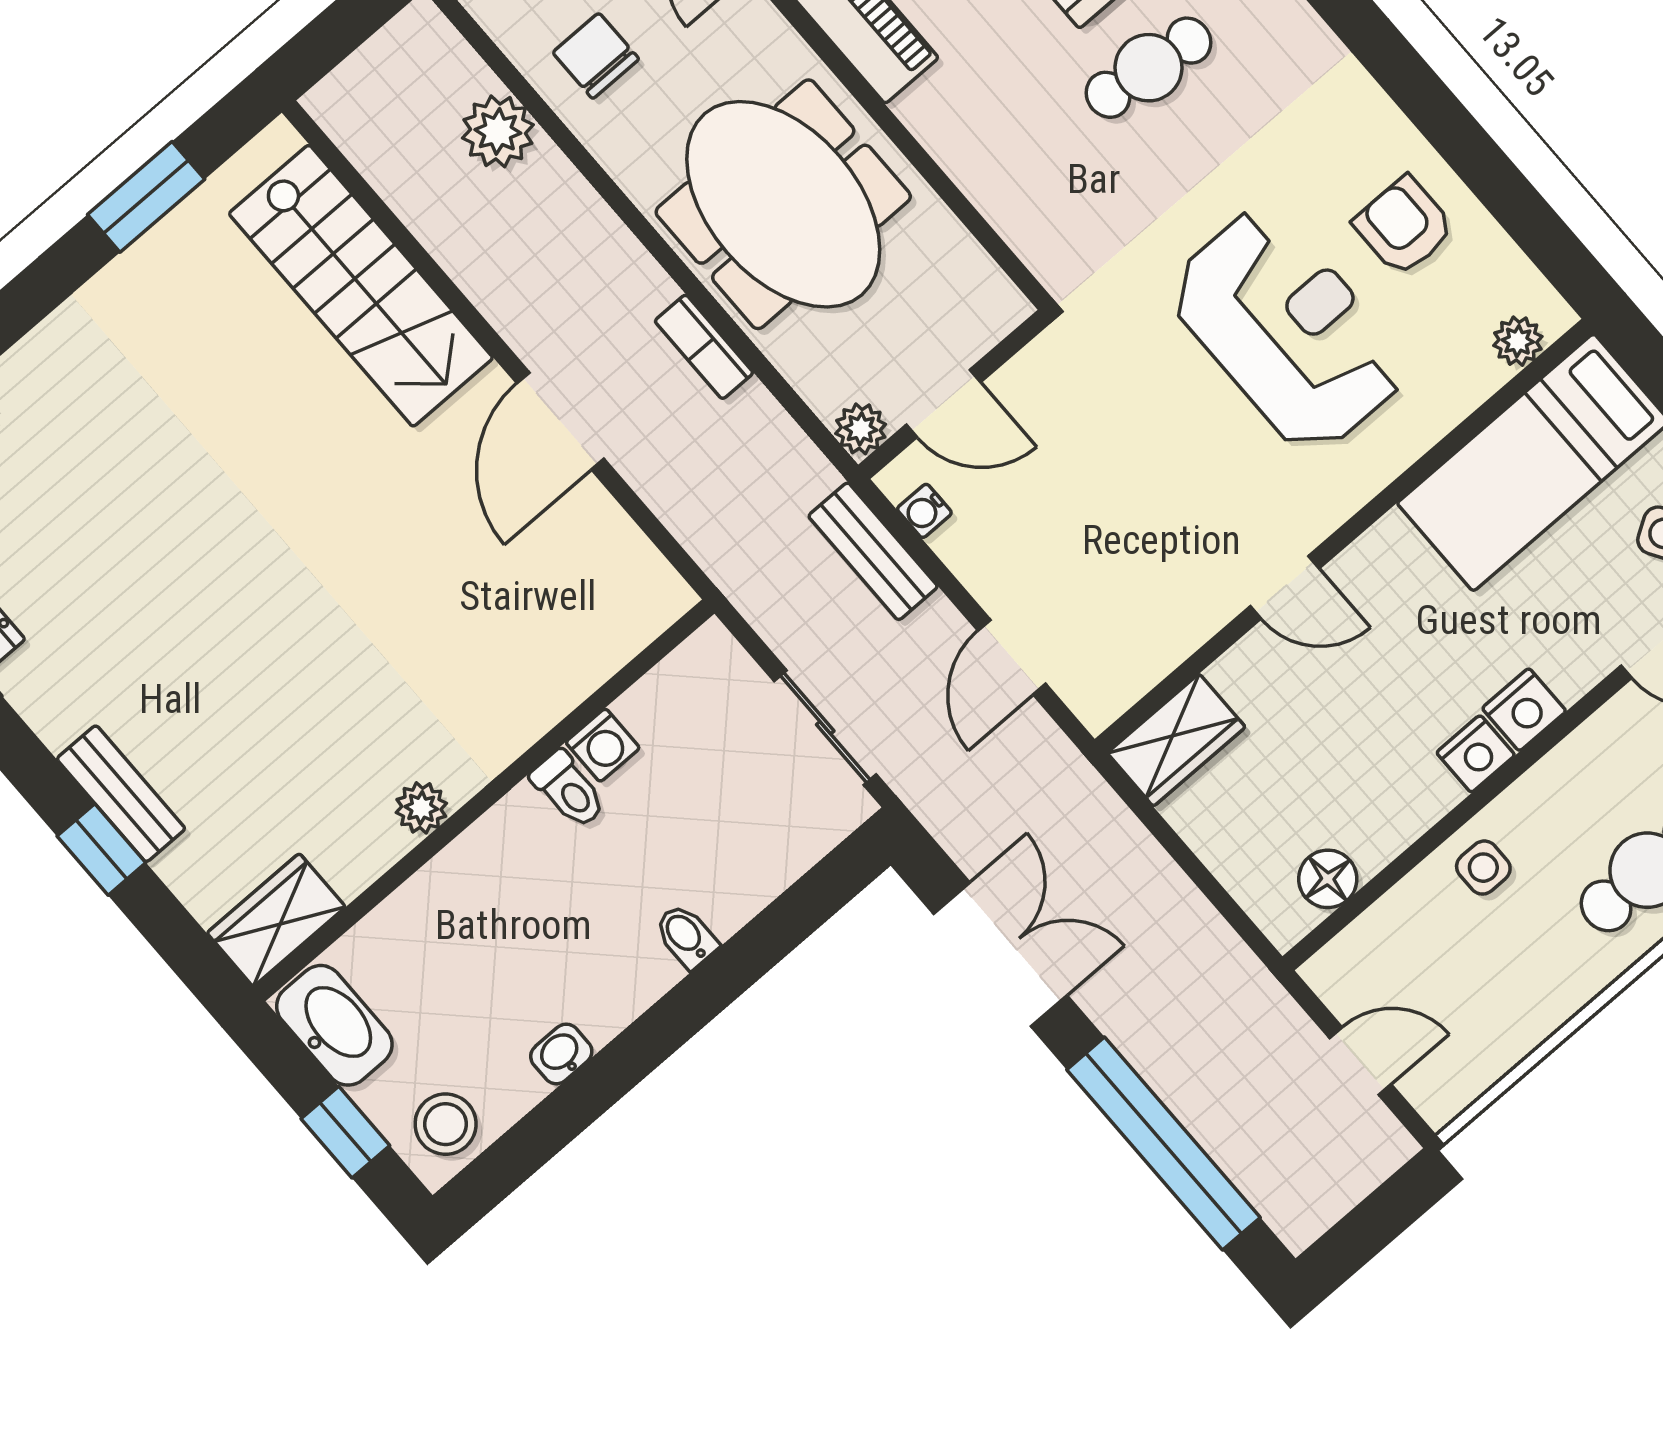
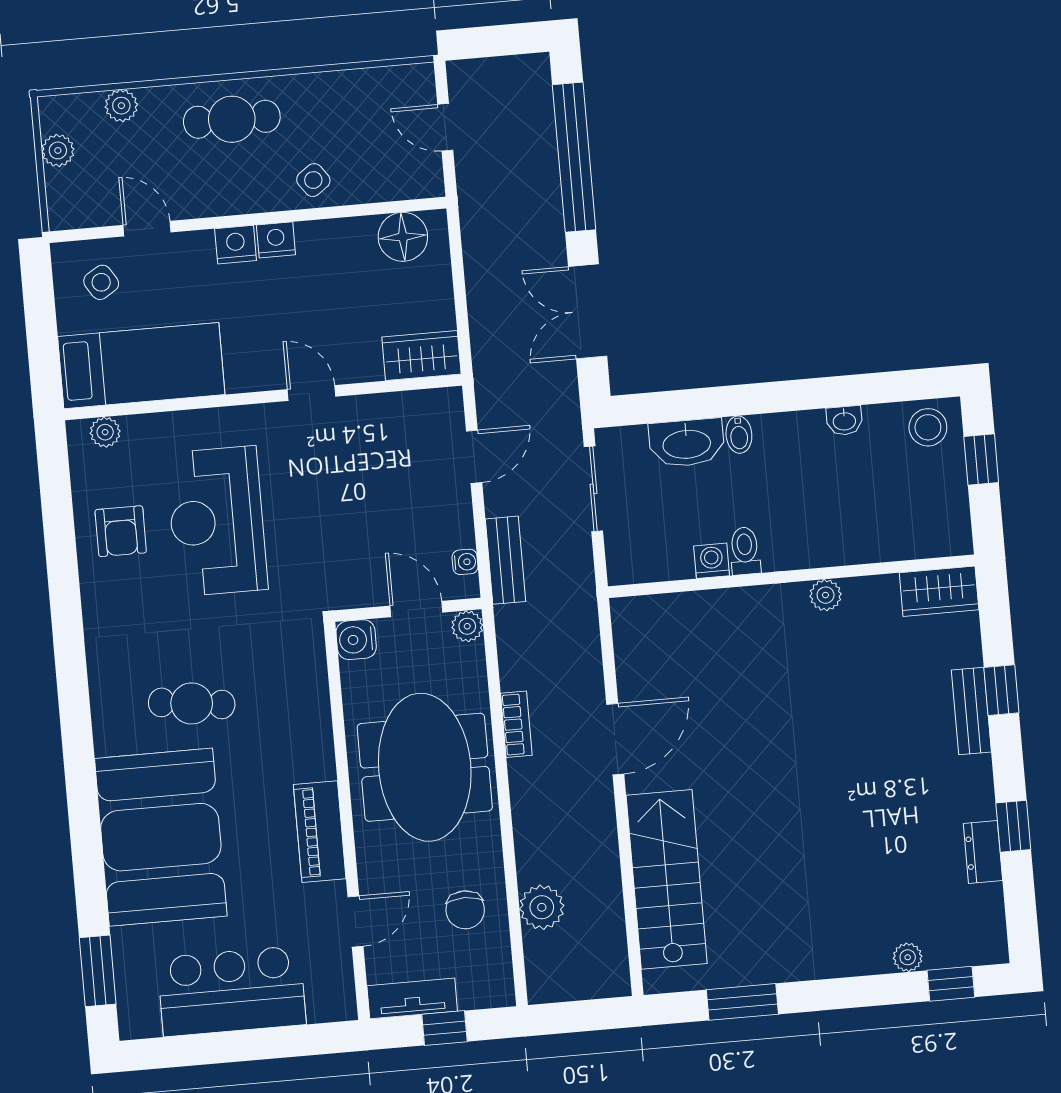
water cooler: (993, 306) -> (356, 640), added
side table: (1483, 868) -> (313, 180), turned -36
floor lamp: (1328, 879) -> (403, 237), width x1.38, depth x1.38
washbasin: (334, 1025) -> (687, 443), moved, turned -90

